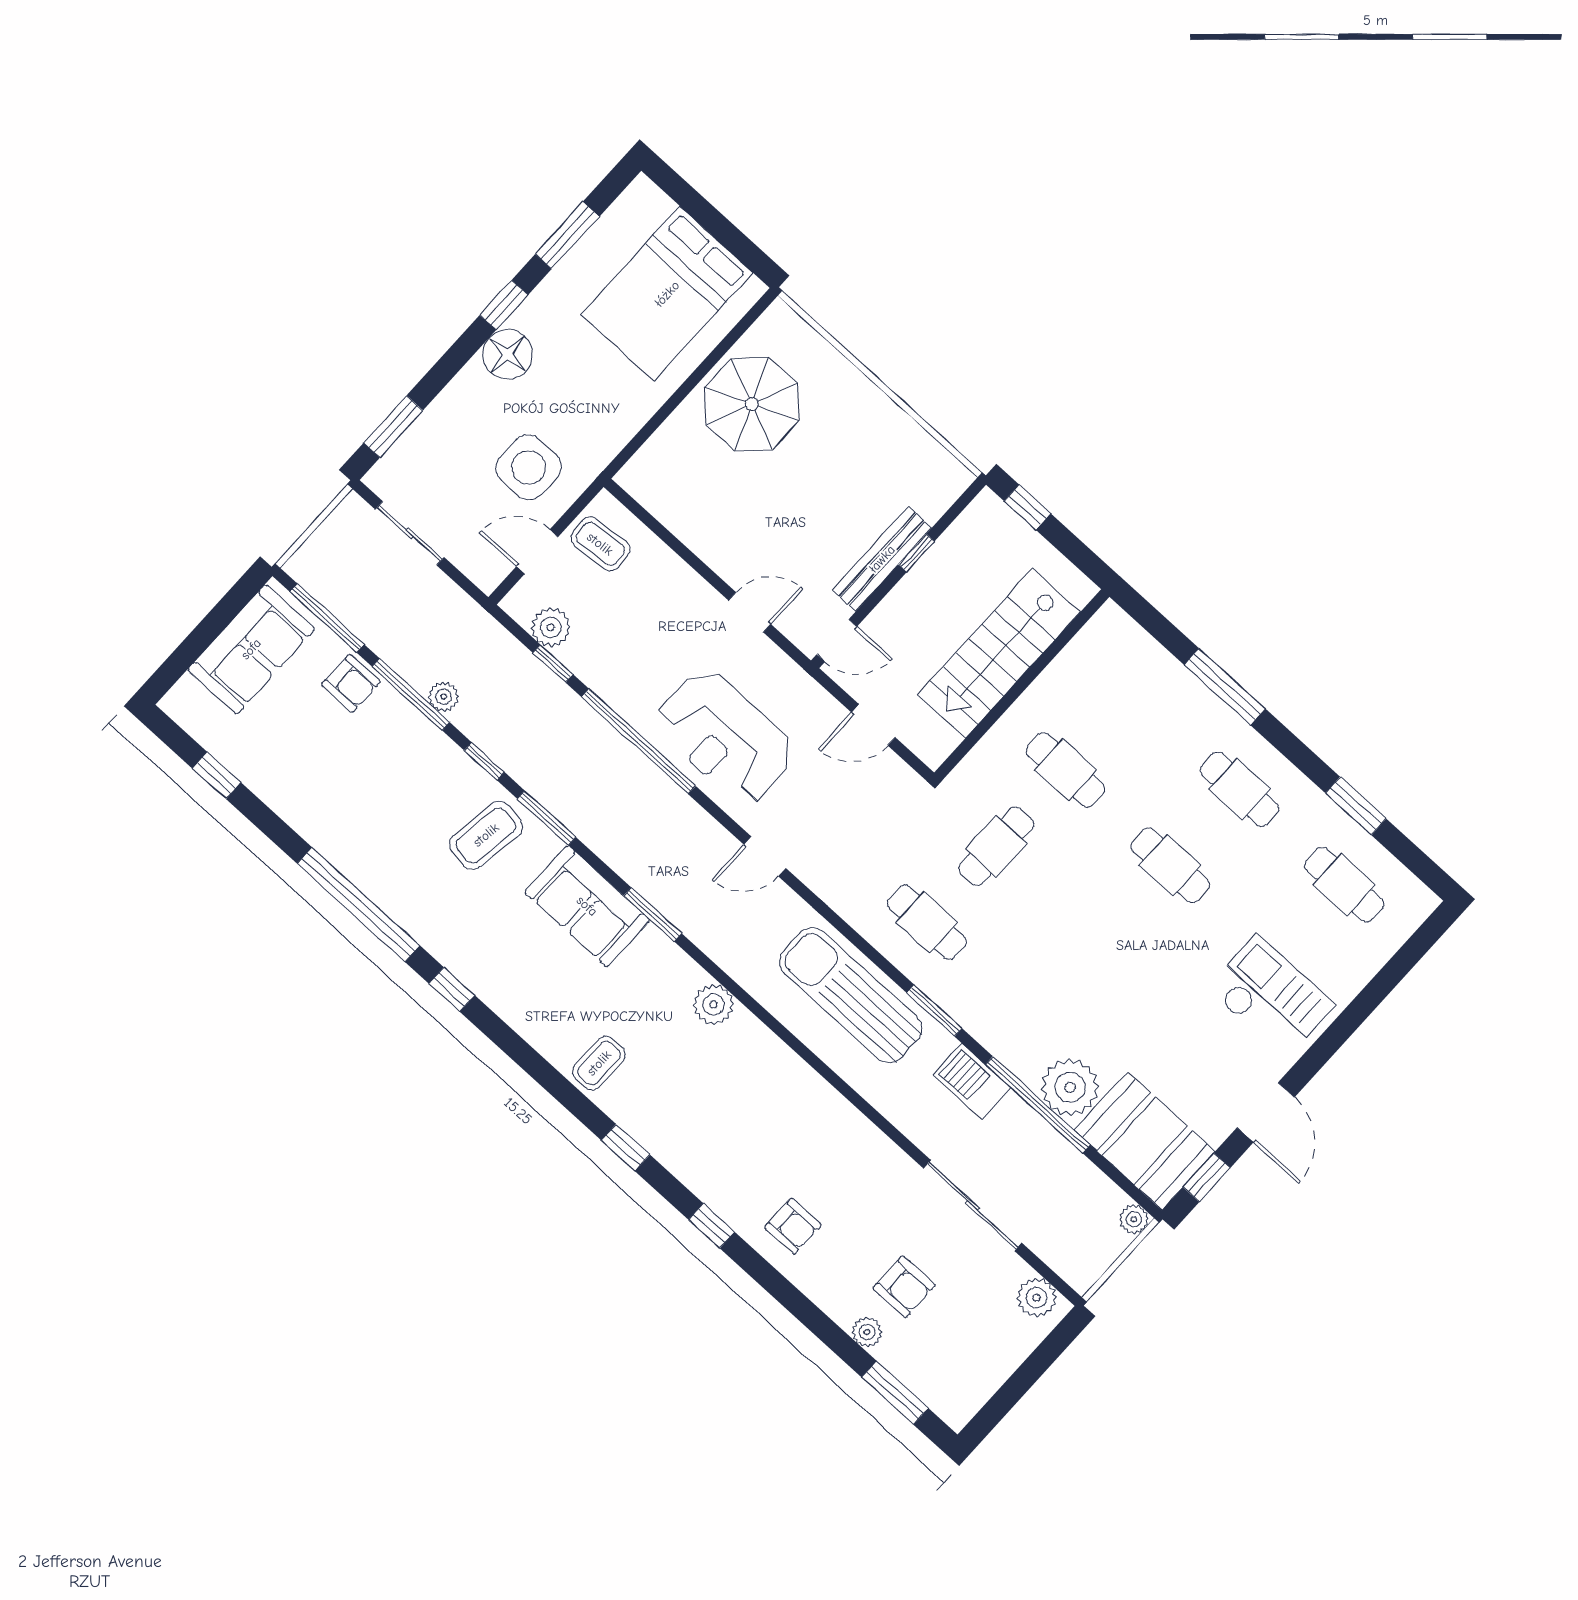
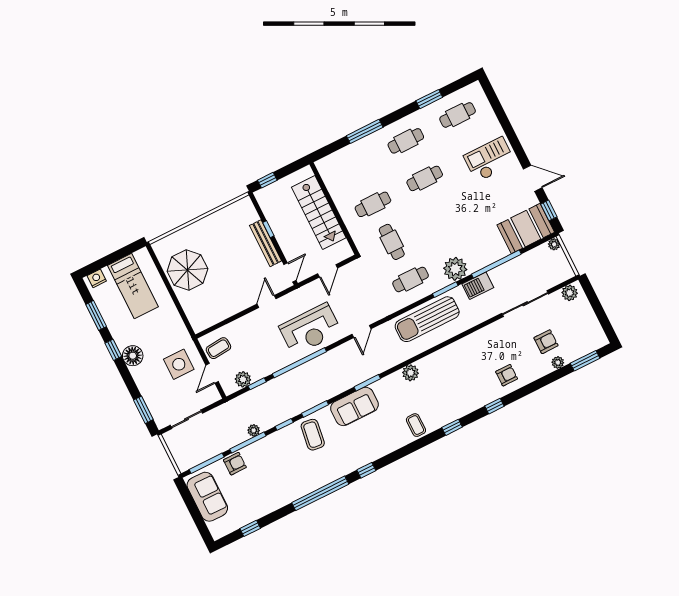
nightstand: (653, 204) -> (97, 278), added
bed: (667, 294) -> (133, 286), width x0.67
plant: (1070, 1087) -> (455, 269), moved

